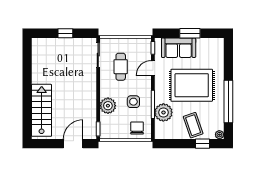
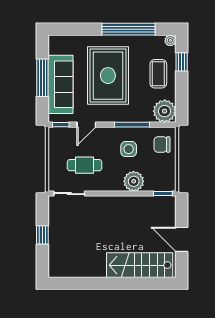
window: (190, 33) -> (42, 78), width x1.44
sofa: (179, 48) -> (61, 84), width x1.36
door: (153, 68) -> (86, 125), hinge flipped
plant: (163, 112) -> (165, 111), moved
coffee table: (193, 125) -> (158, 74), turned -71
door: (73, 144) -> (182, 239), moved

